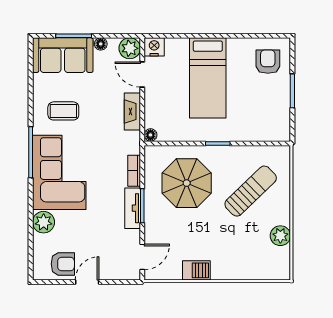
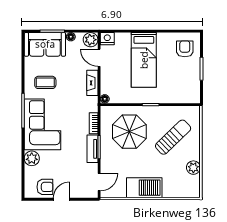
barbecue: (196, 270) -> (144, 188), width x1.88, depth x1.53

